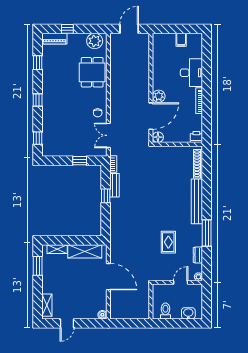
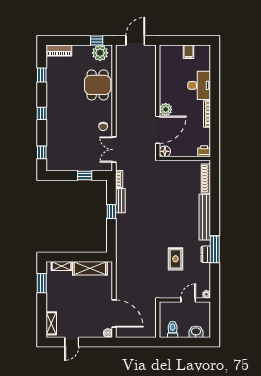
window: (67, 29) -> (97, 40), moved
dresser: (198, 255) -> (206, 254), moved
door: (108, 277) -> (114, 313), moved

